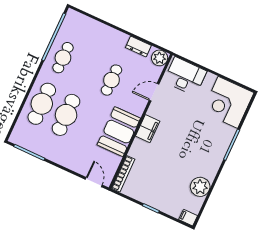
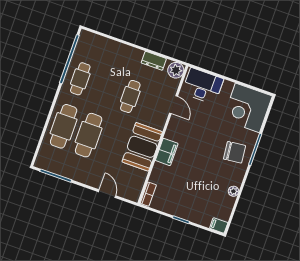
door: (154, 92) -> (173, 105), swing flipped
filing cabinet: (148, 129) -> (167, 152), moved
chair: (211, 146) -> (235, 152), added
bookcase: (123, 174) -> (148, 194), width x0.64
door: (94, 182) -> (107, 194), moved
plant: (200, 187) -> (233, 191), width x0.53, depth x0.53

